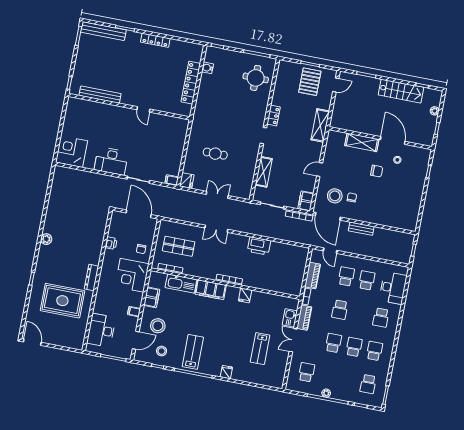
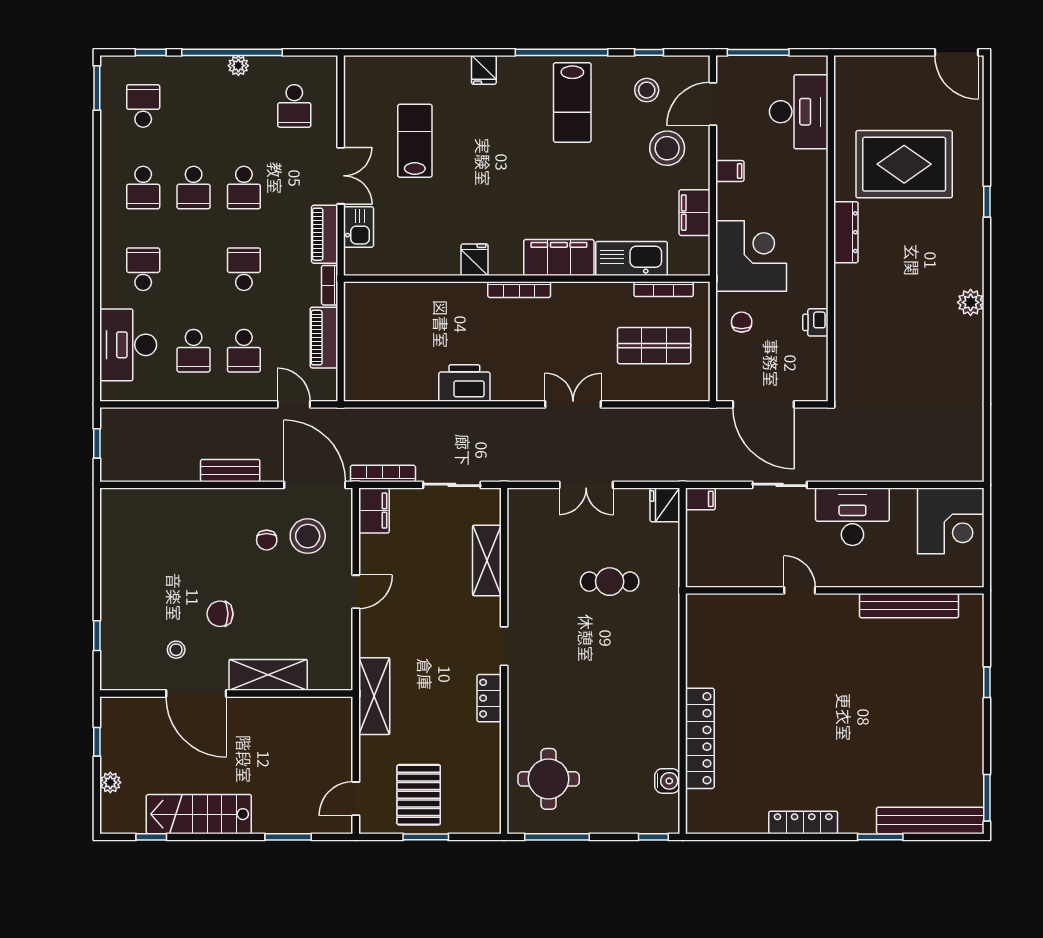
bench: (100, 95) -> (909, 606), moved
wall: (129, 107) -> (835, 590), moved
door: (143, 109) -> (800, 590), moved

